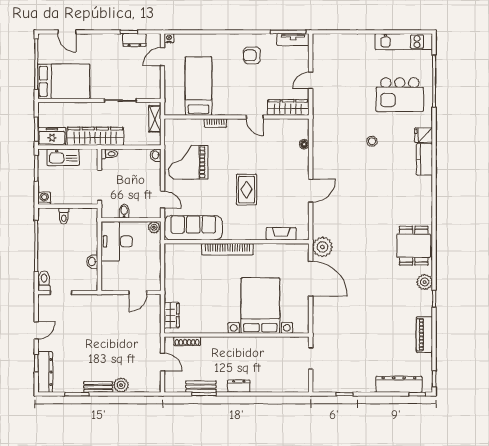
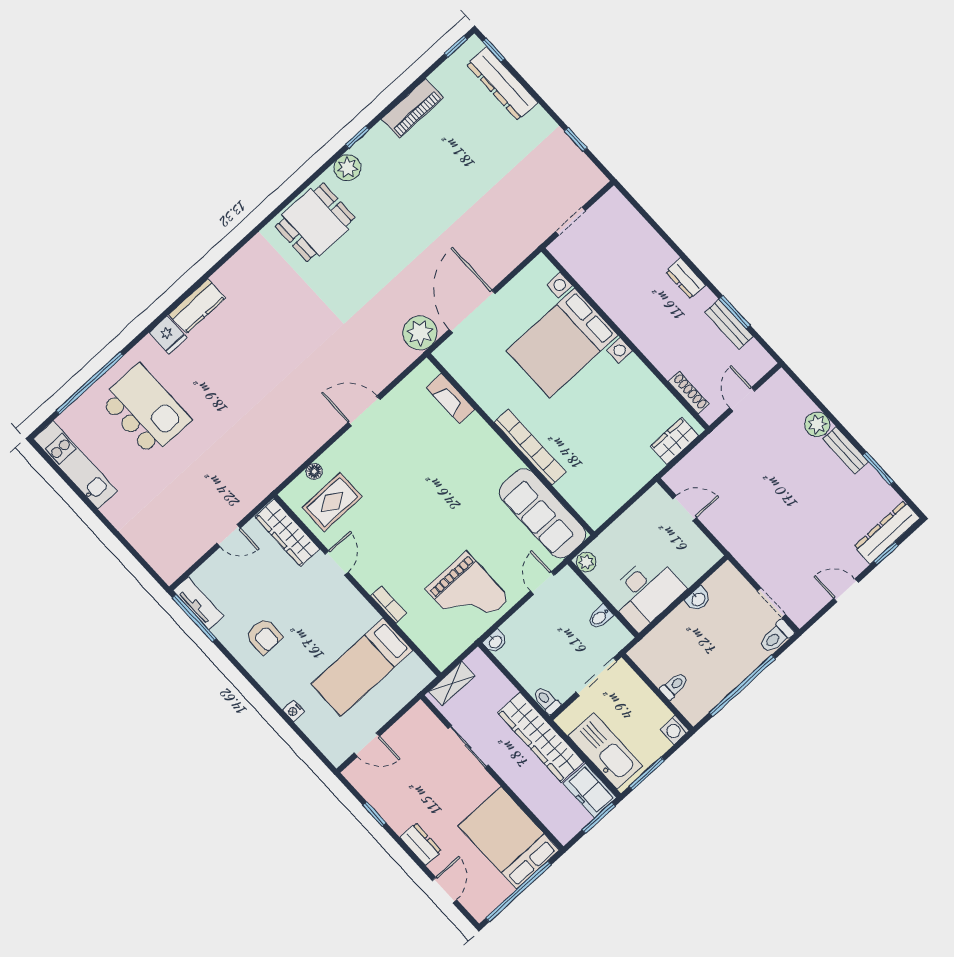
nightstand: (169, 38) -> (294, 711), moved
dresser: (134, 40) -> (421, 844), moved
stool: (372, 141) -> (234, 391), removed
kitchen sink: (63, 157) -> (605, 751), width x1.36, depth x1.24
rug: (247, 190) -> (332, 502), moved

